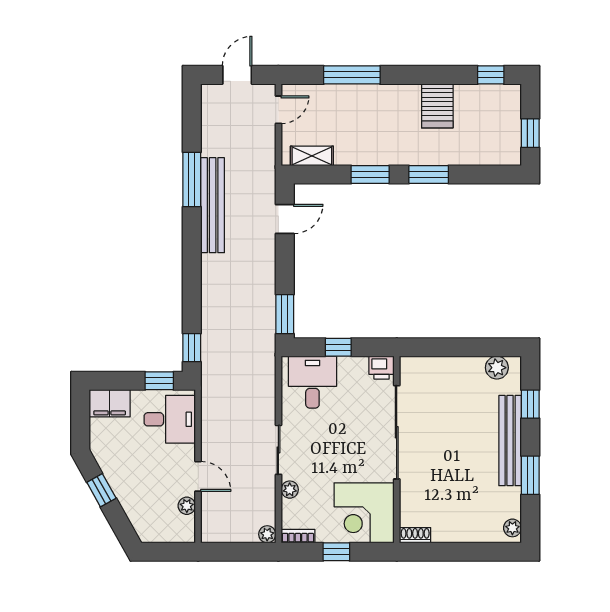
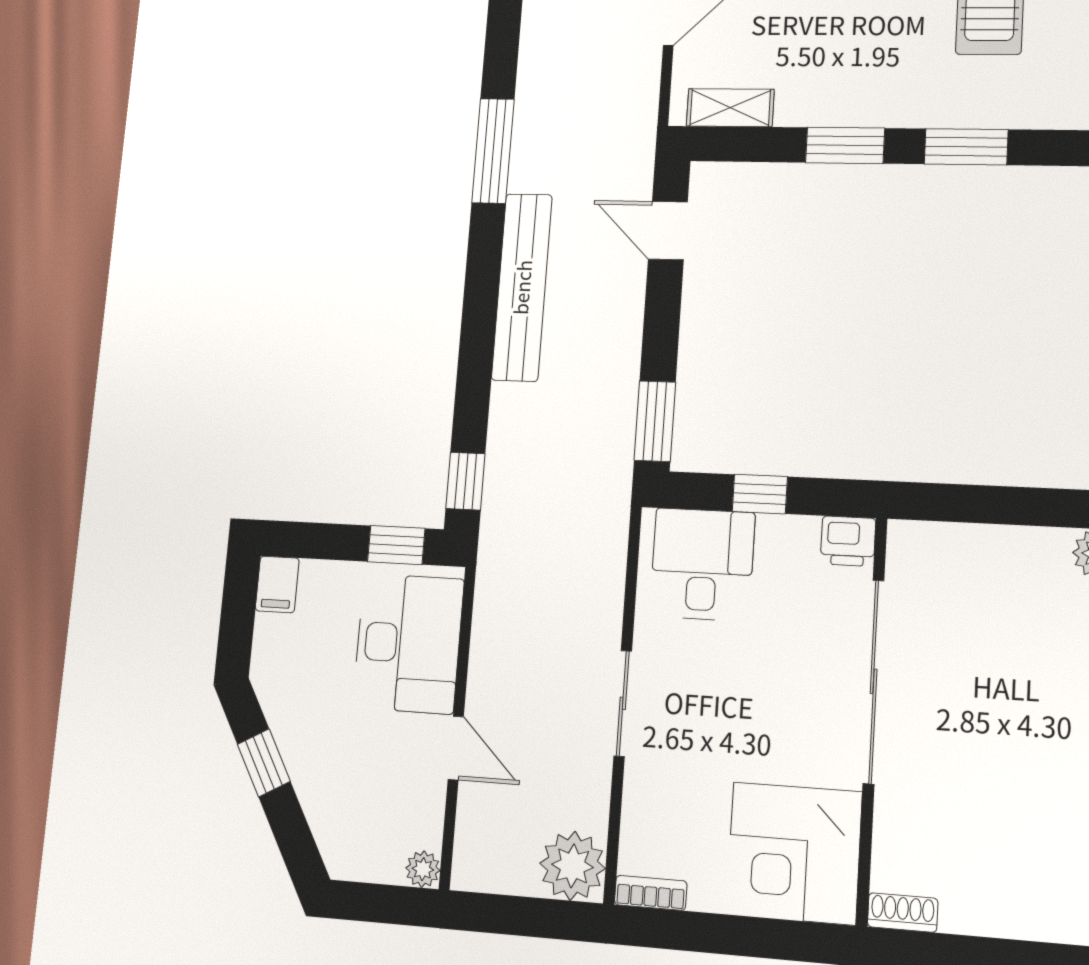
bench: (213, 205) -> (522, 287), moved
door: (285, 219) -> (668, 231), swing flipped
filing cabinet: (110, 403) -> (277, 584), width x0.50
desk: (170, 419) -> (408, 643), width x1.37
plant: (290, 490) -> (640, 790), removed
plant: (187, 506) -> (423, 869), moved
plant: (267, 534) -> (573, 866), width x1.88, depth x1.88
window: (336, 552) -> (730, 935), removed

